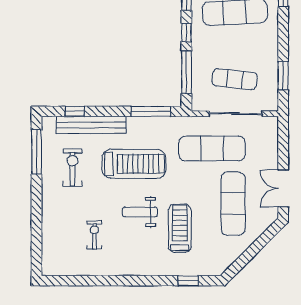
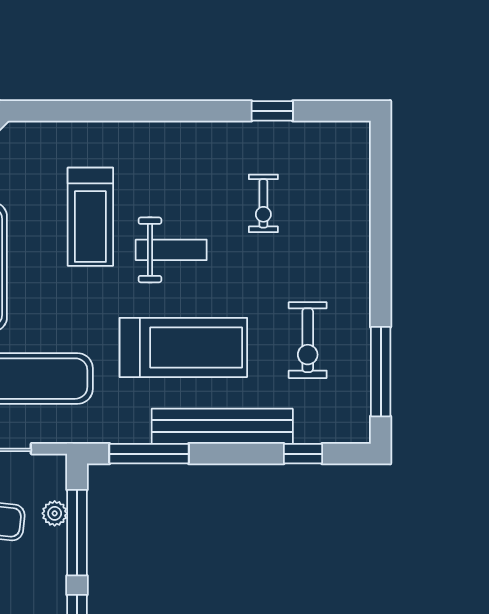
plant: (197, 82) -> (55, 513), added
bench: (91, 125) -> (222, 426), moved
treadmill: (134, 164) -> (183, 347), turned 180
window: (188, 281) -> (272, 111), moved

